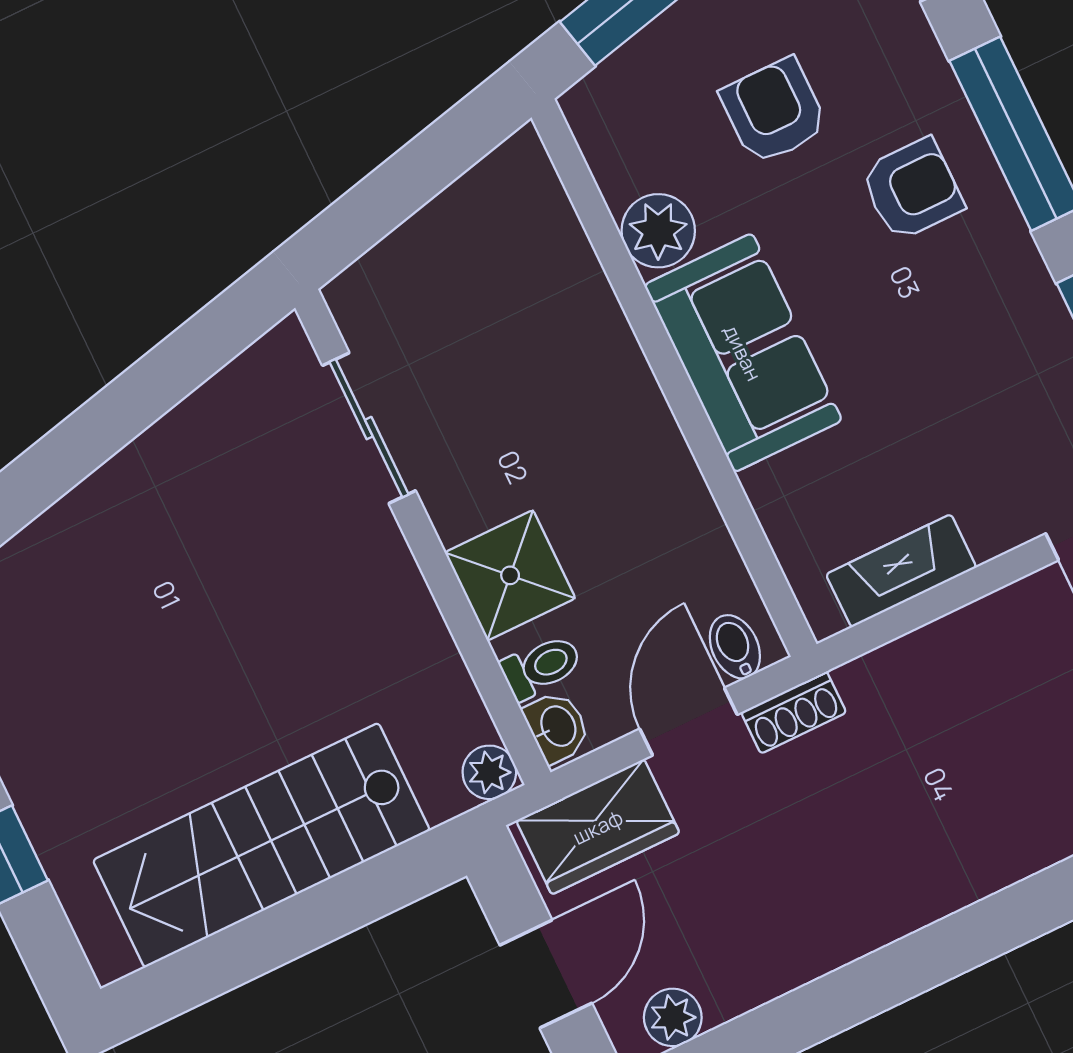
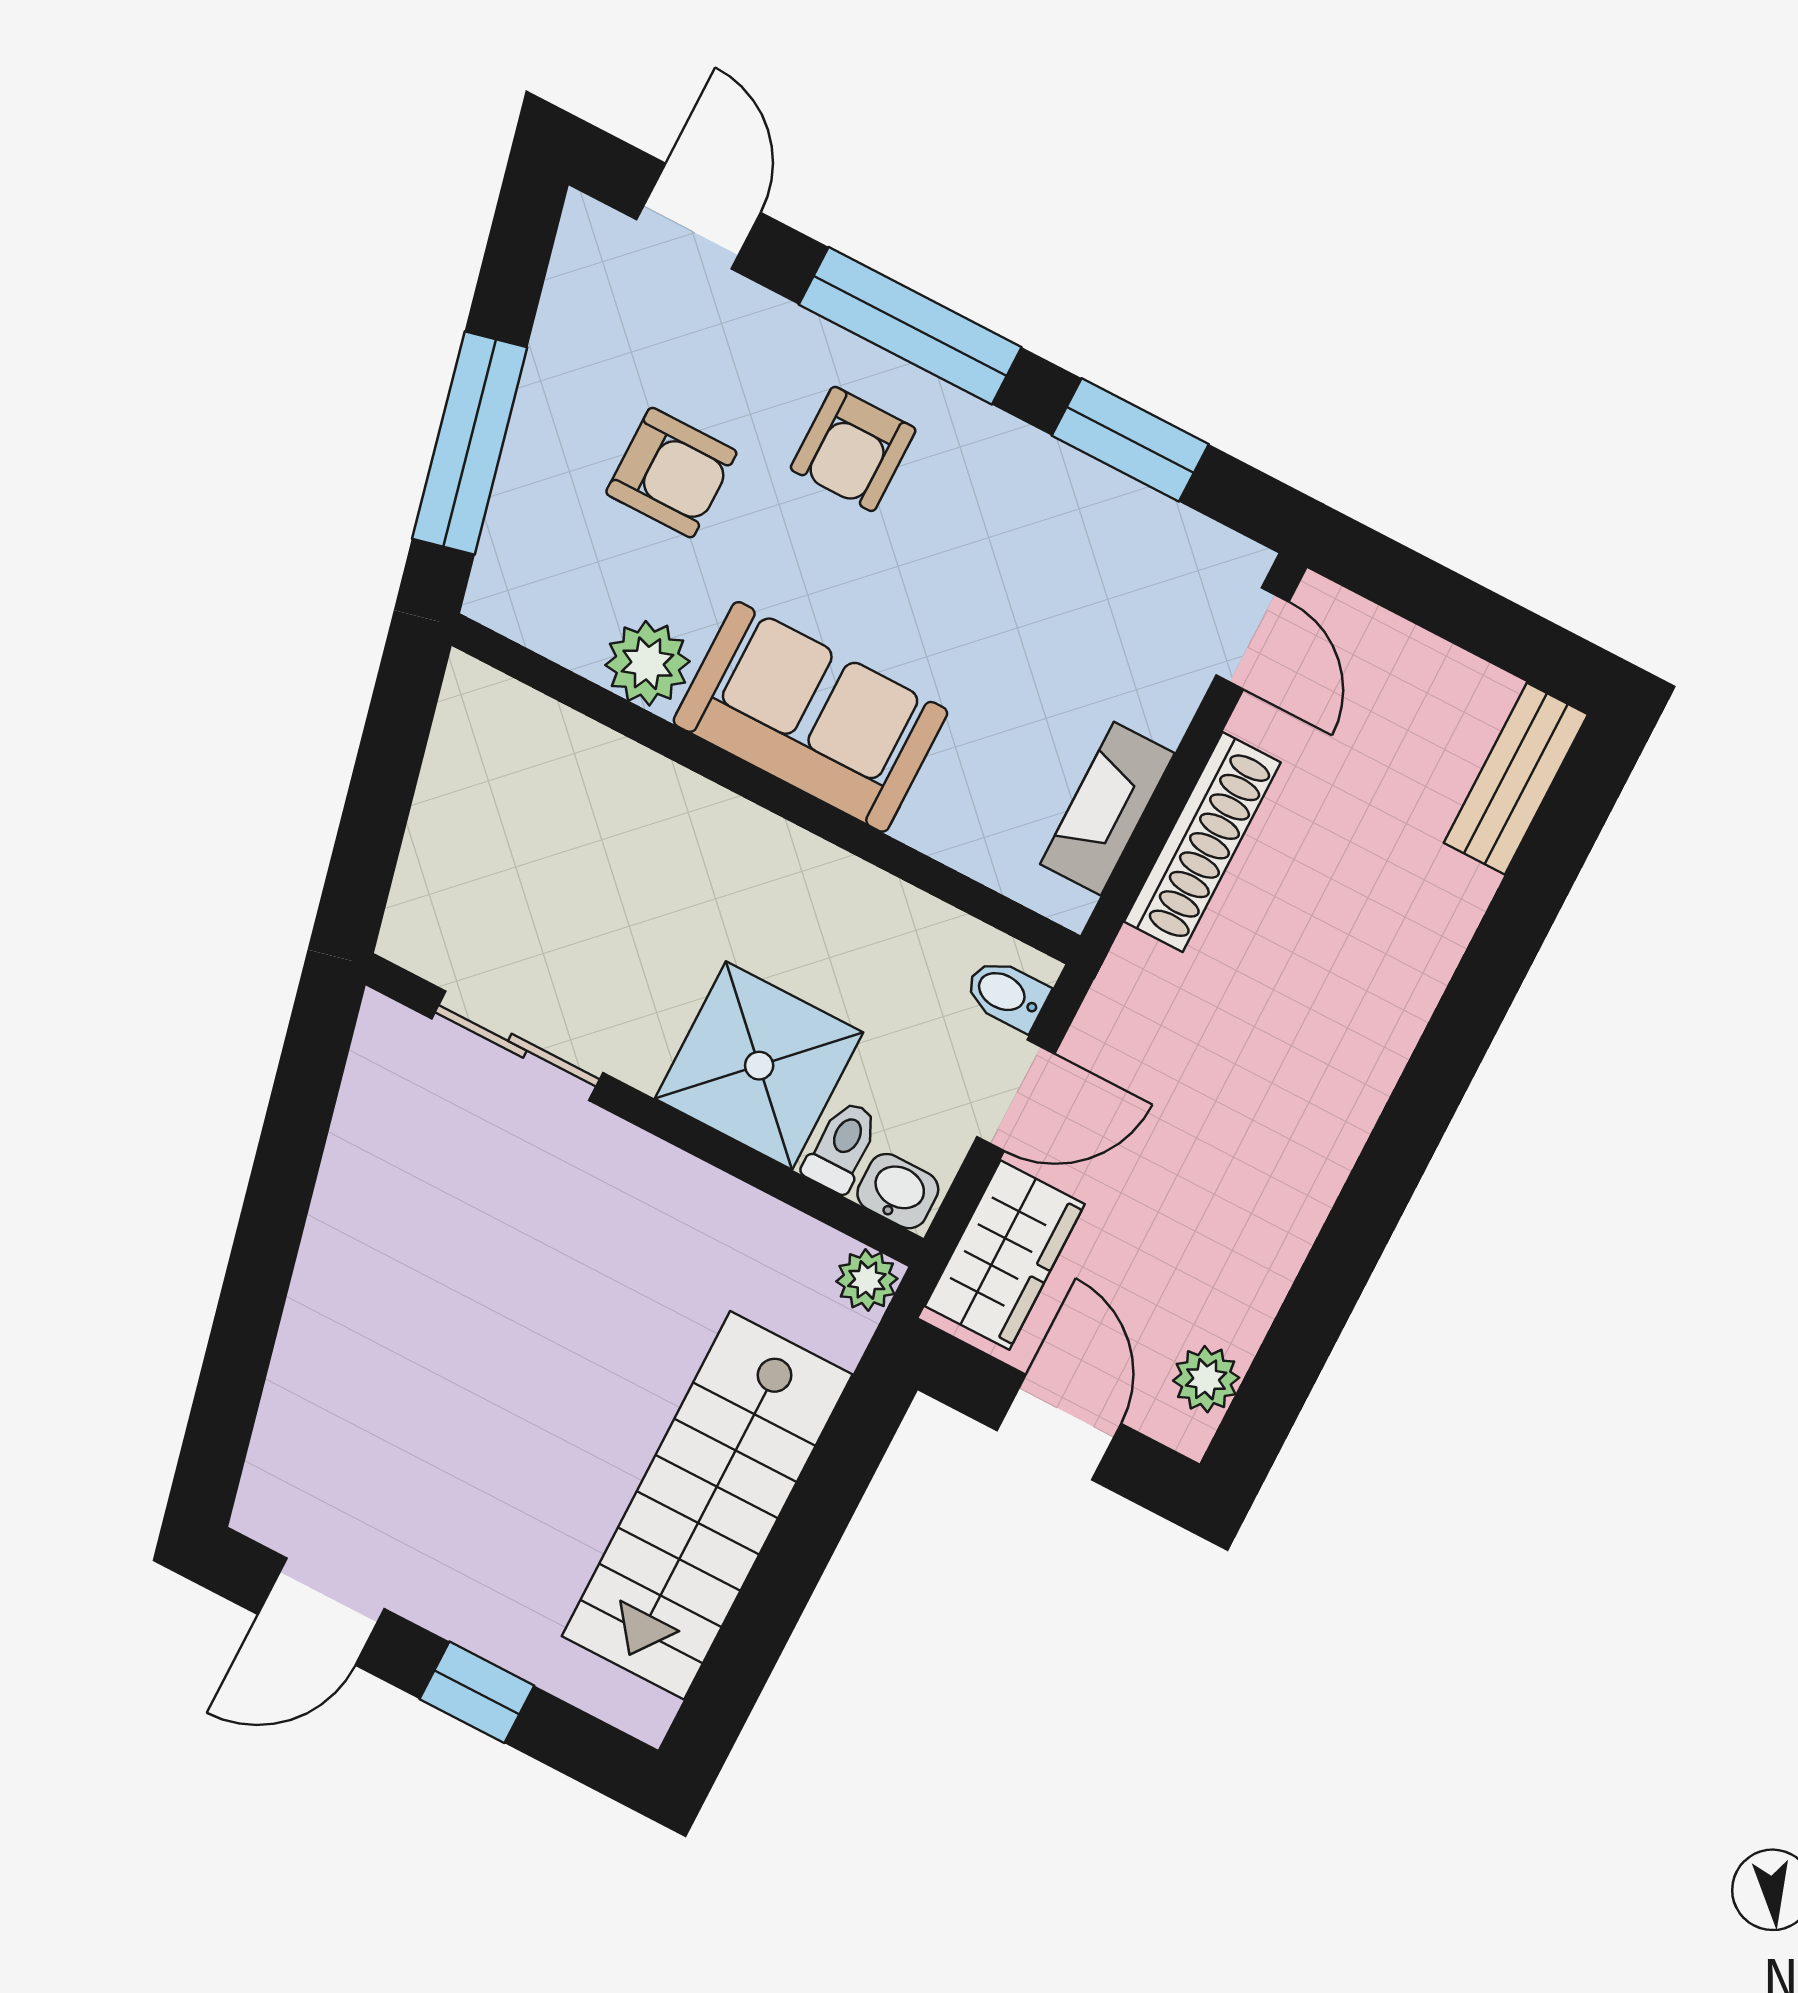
armchair: (774, 111) -> (671, 473), turned 180
armchair: (912, 189) -> (853, 449), turned 180
shower: (510, 575) -> (759, 1066), width x1.36, depth x1.36
shoe rack: (794, 712) -> (1202, 842), moved, width x1.94, depth x1.24
door: (689, 722) -> (1016, 1095), swing flipped

